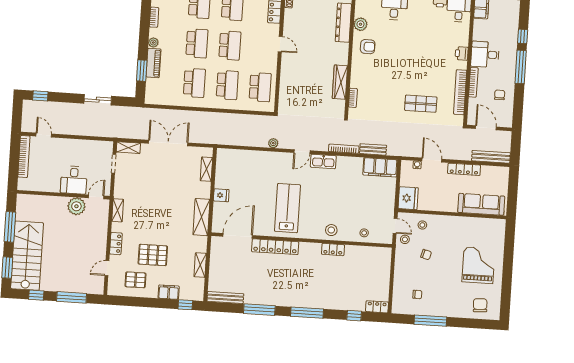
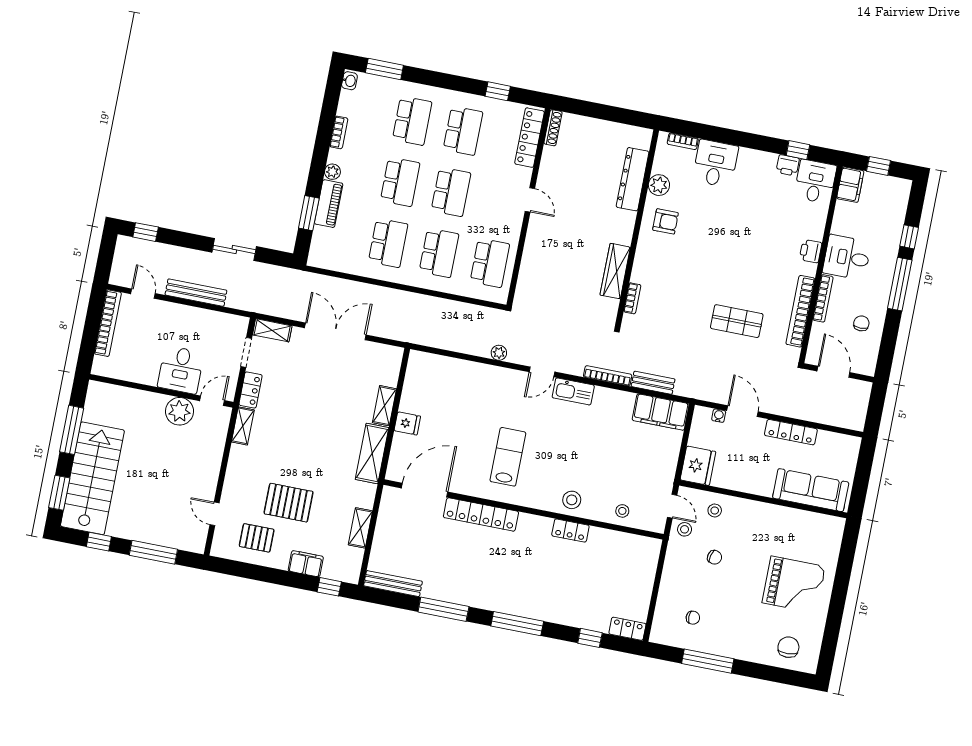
bench: (491, 157) -> (196, 293), moved
shelving: (206, 169) -> (384, 406), moved
lab bench: (287, 208) -> (508, 457), width x0.73, depth x0.72
locker: (116, 244) -> (251, 390), moved
grand piano: (478, 265) -> (794, 585), turned 90
door: (107, 268) -> (214, 514), hinge flipped

